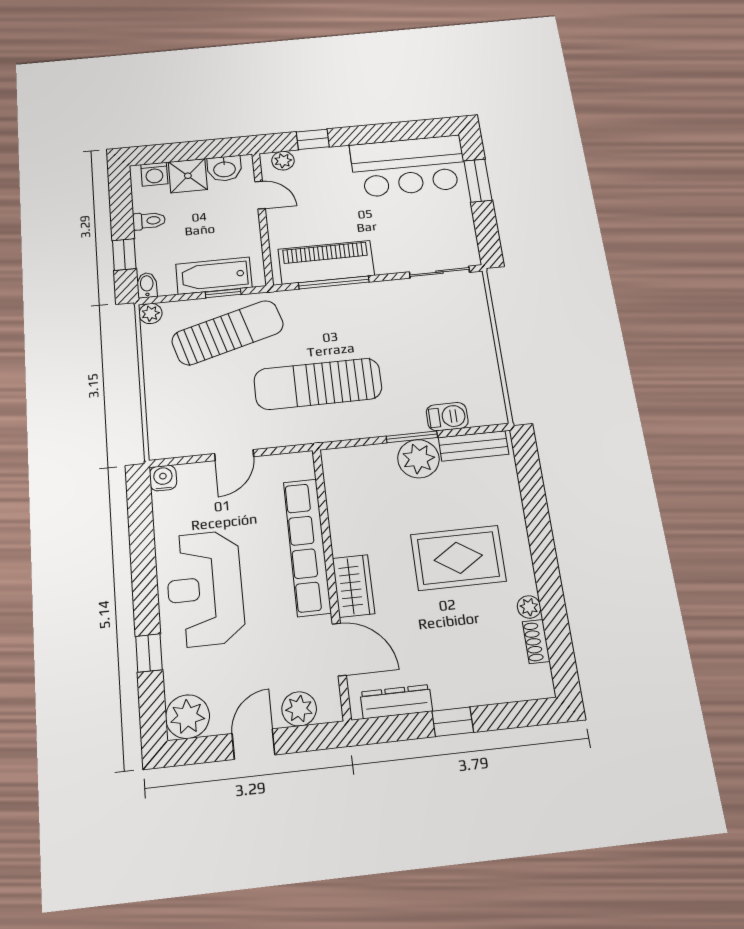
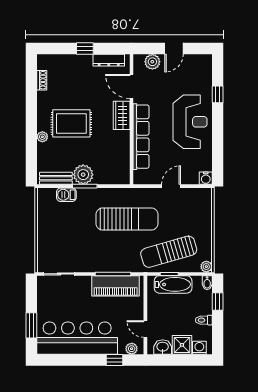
bar counter: (408, 166) -> (77, 338), width x1.36
plant: (529, 607) -> (42, 137), moved
plant: (187, 717) -> (202, 64), removed

